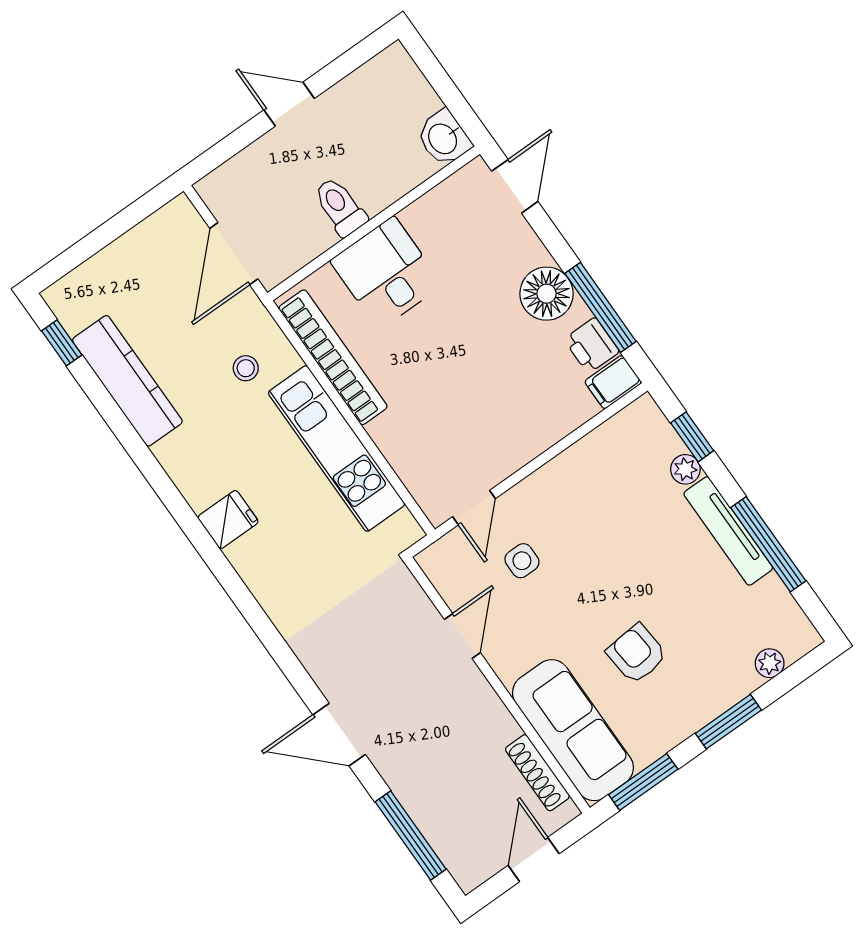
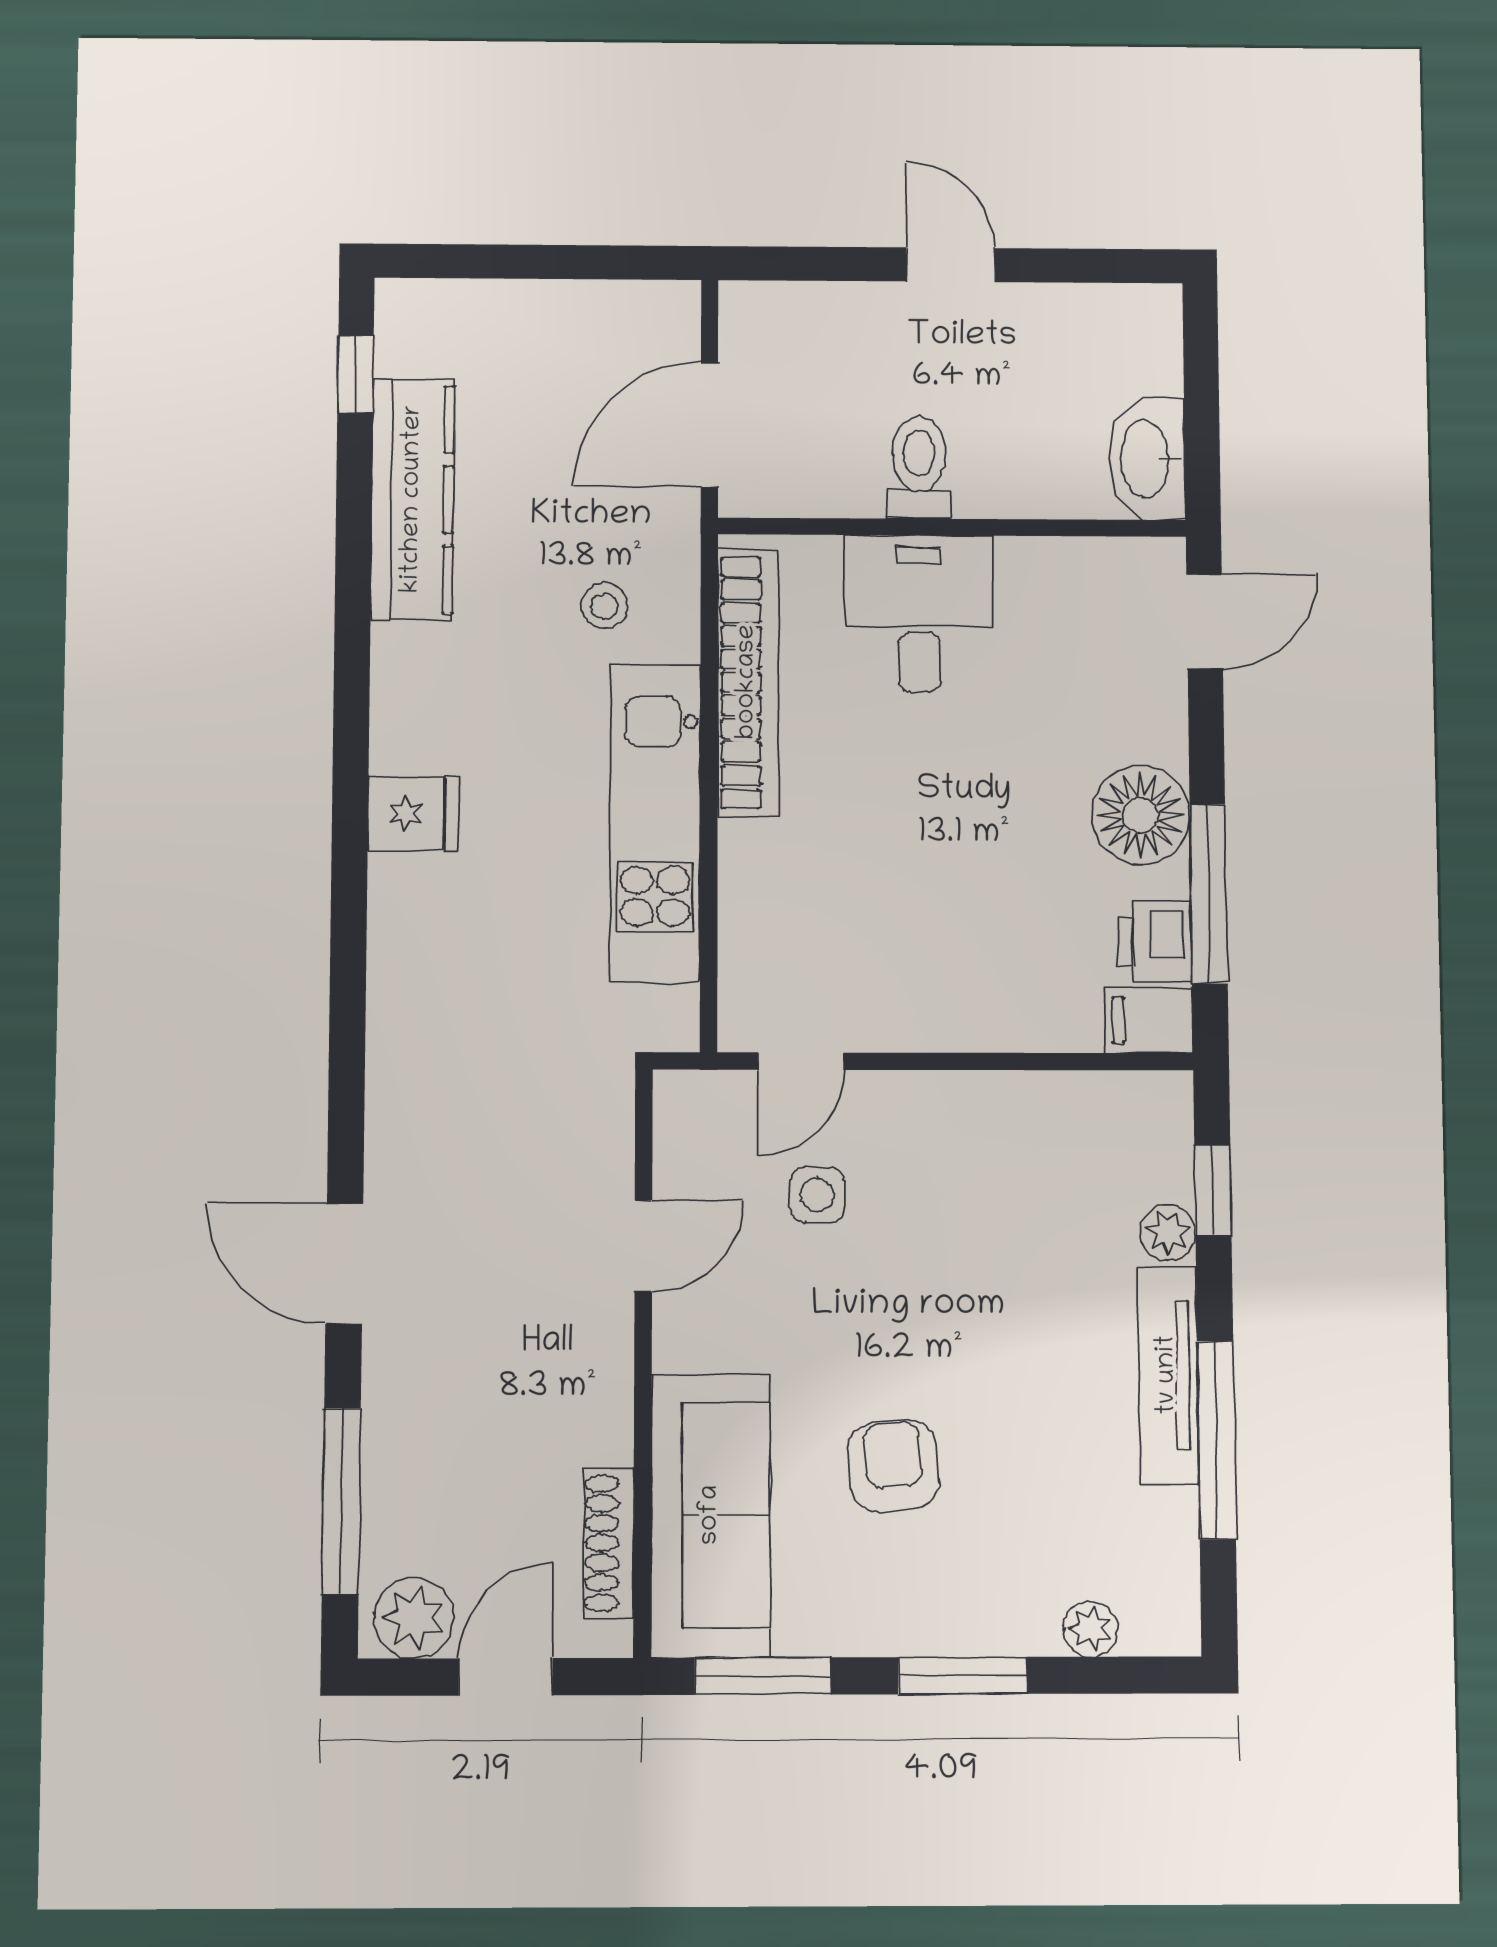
washbasin: (444, 138) -> (1147, 459), width x1.38
plant: (477, 862) -> (414, 1618), added

